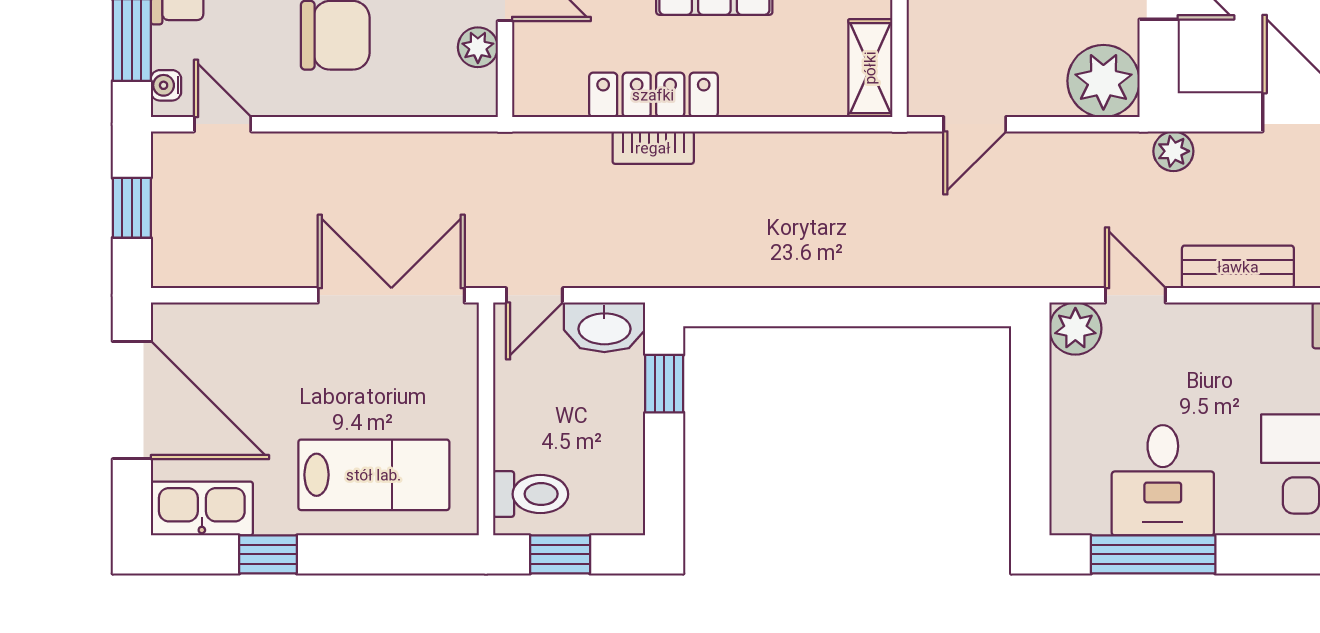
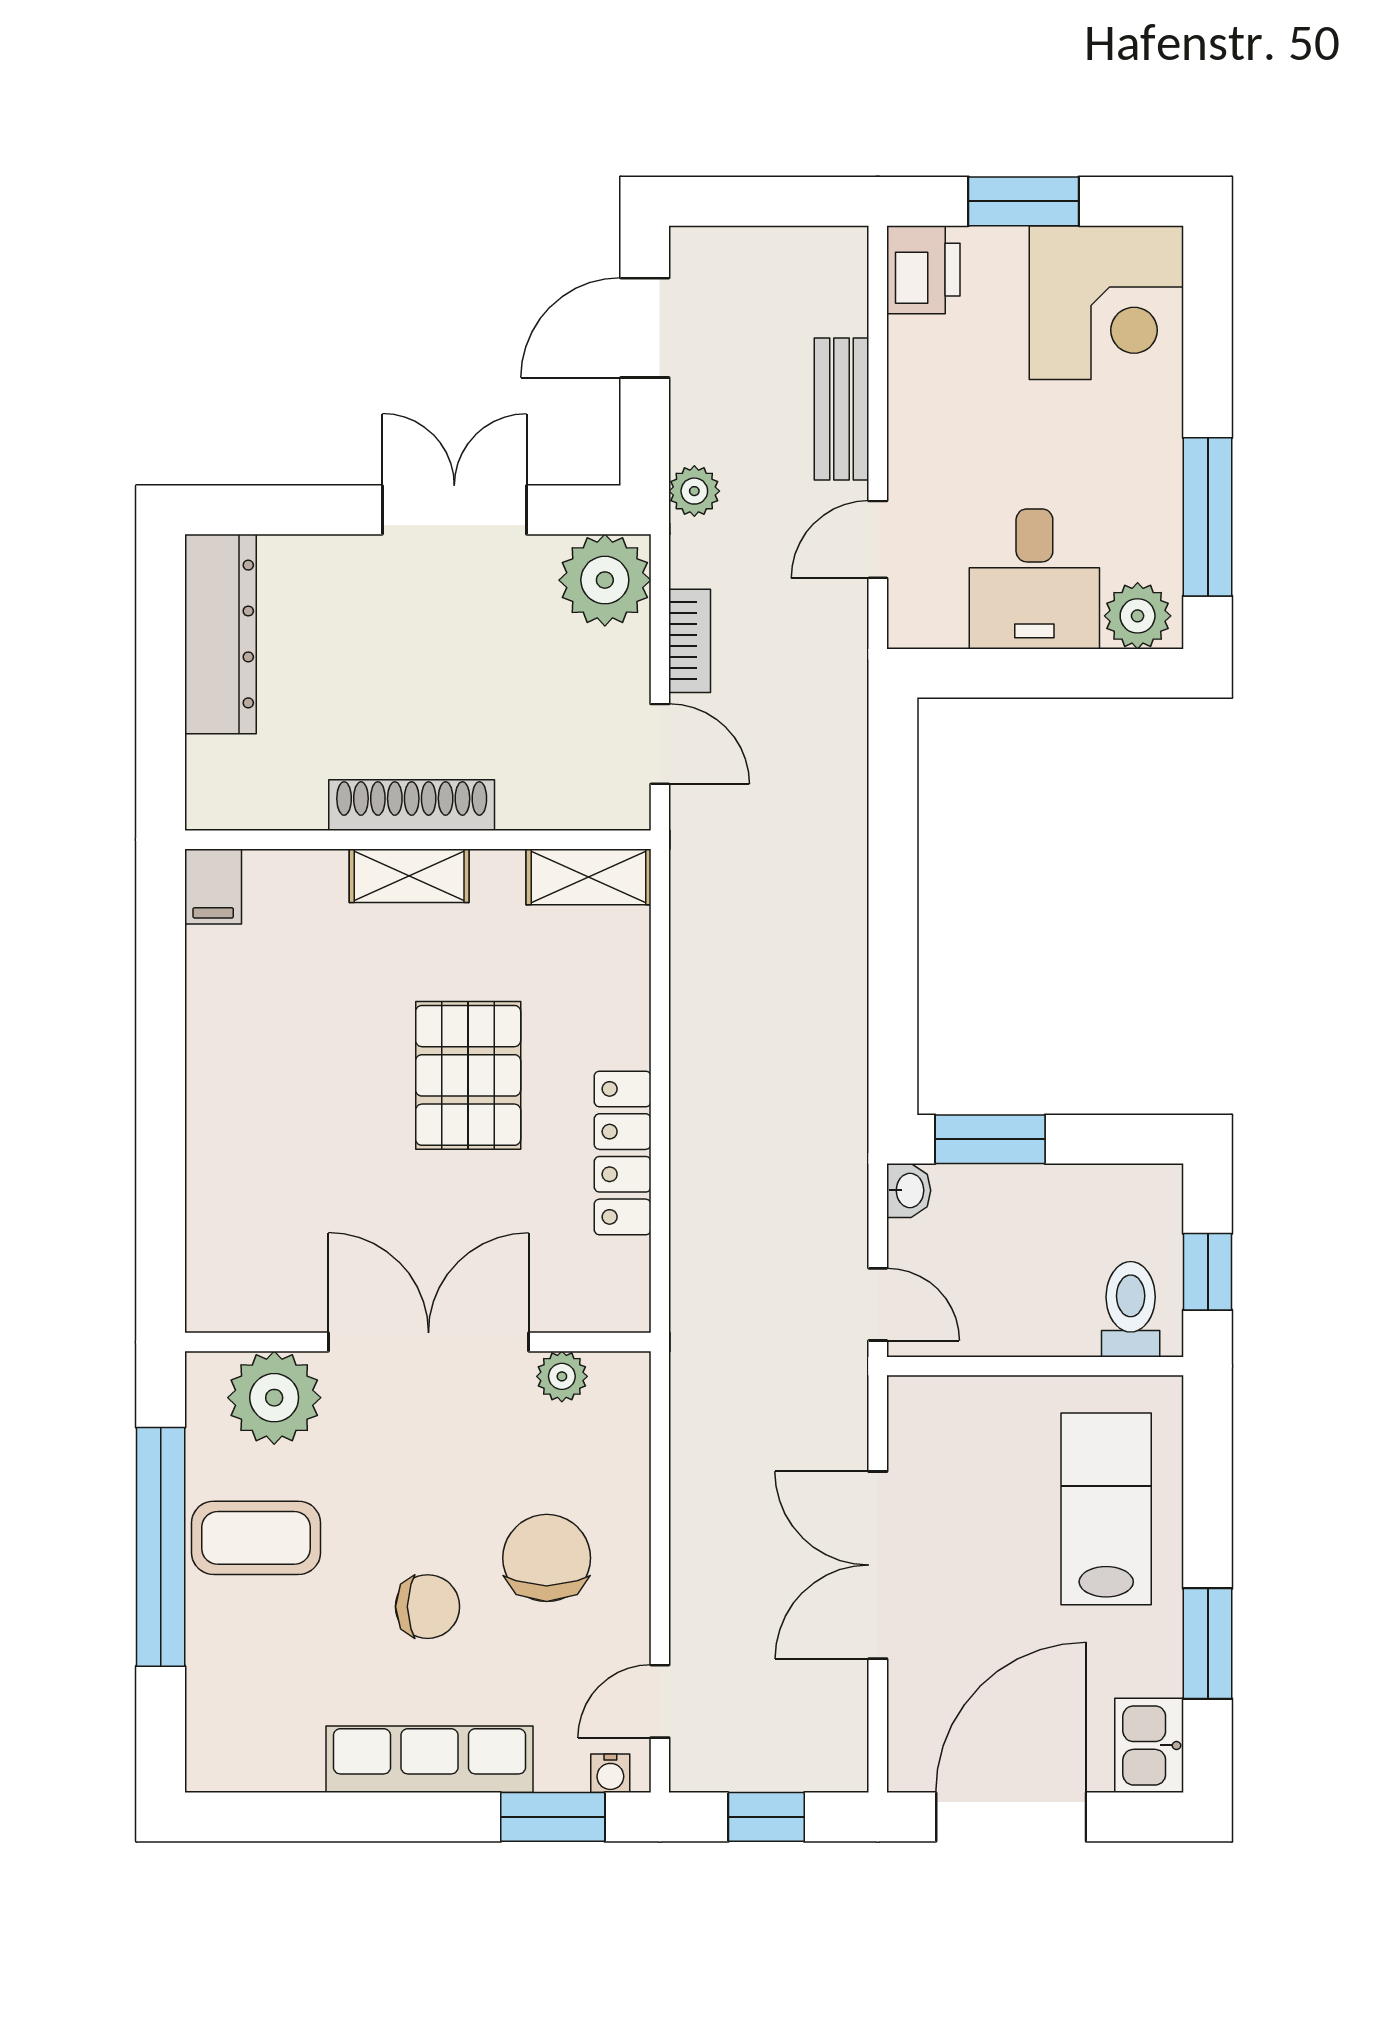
bookcase: (653, 148) -> (690, 641), moved
double door: (391, 295) -> (878, 1565), moved
washbasin: (604, 327) -> (909, 1190), width x0.52, depth x0.69
plant: (1075, 329) -> (1138, 616), moved
window: (664, 384) -> (990, 1139), width x1.50
desk: (1163, 480) -> (1034, 579), moved, turned 90
kitchen sink: (202, 508) -> (1149, 1745), width x0.73
window: (268, 554) -> (1208, 1644), width x1.50

